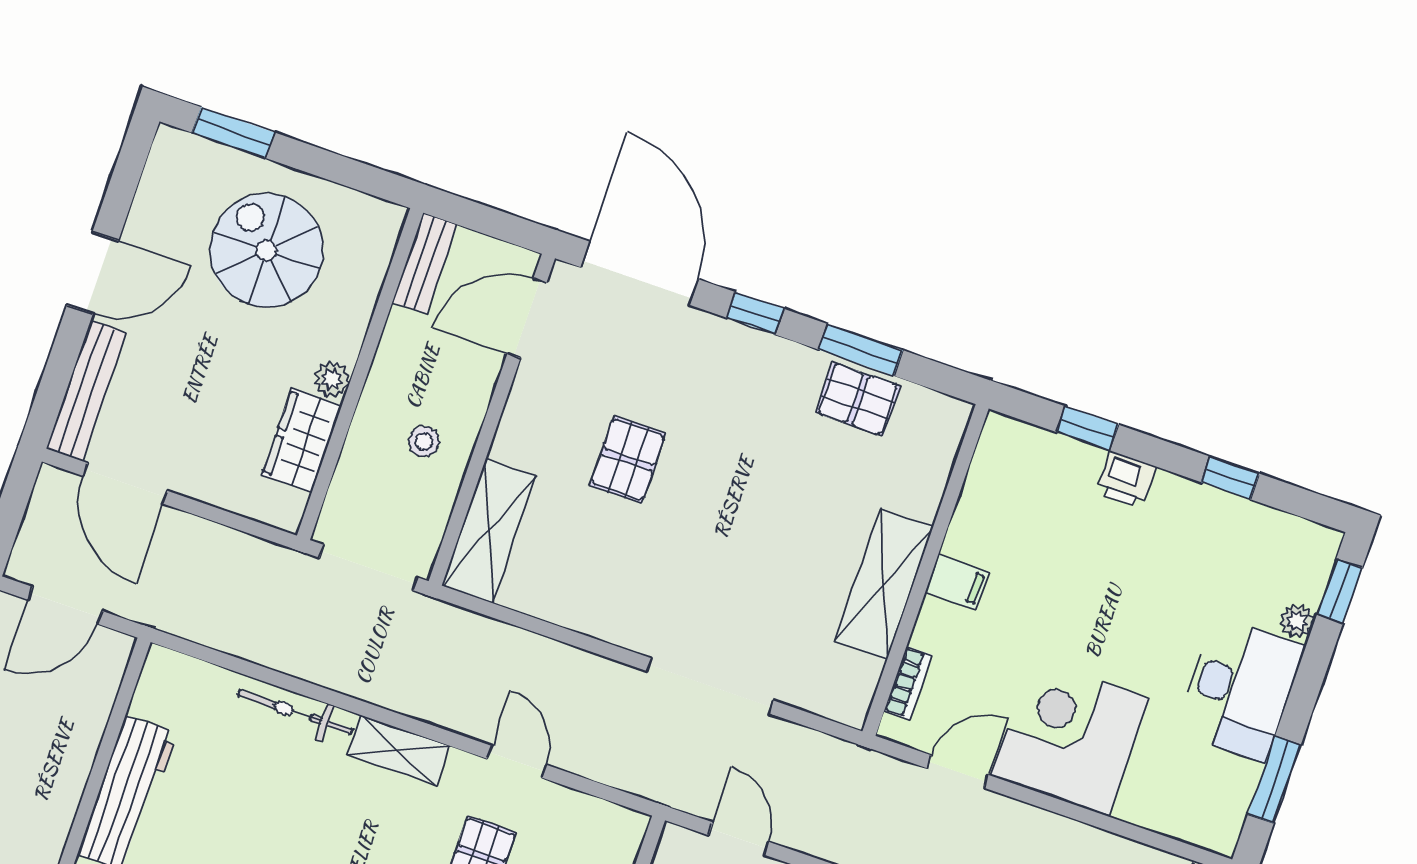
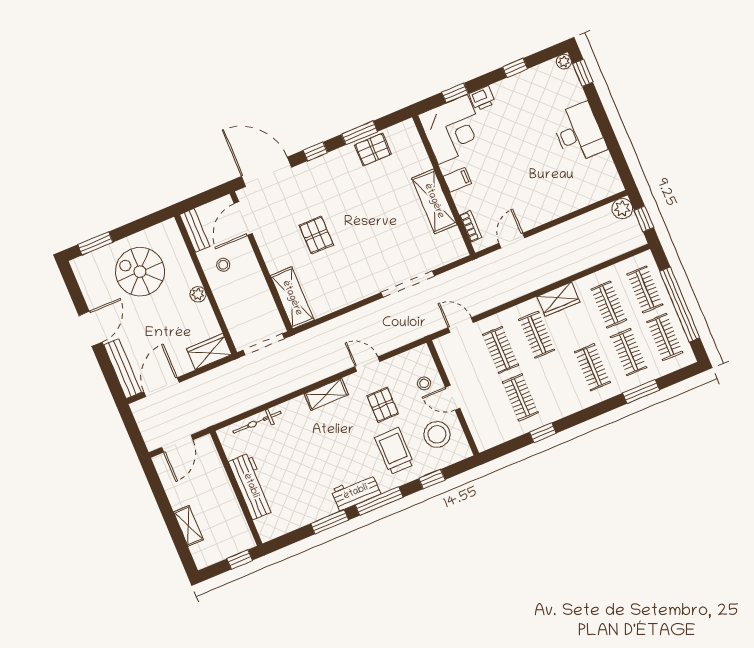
wardrobe: (302, 440) -> (209, 352), moved, turned 90
stool: (424, 441) -> (223, 265), moved
door: (125, 483) -> (162, 387), swing flipped
plant: (1297, 621) -> (564, 62), moved
bicycle: (295, 712) -> (257, 422), moved
corner desk: (1070, 737) -> (453, 129), moved, turned 180
window: (1274, 780) -> (616, 152), removed

